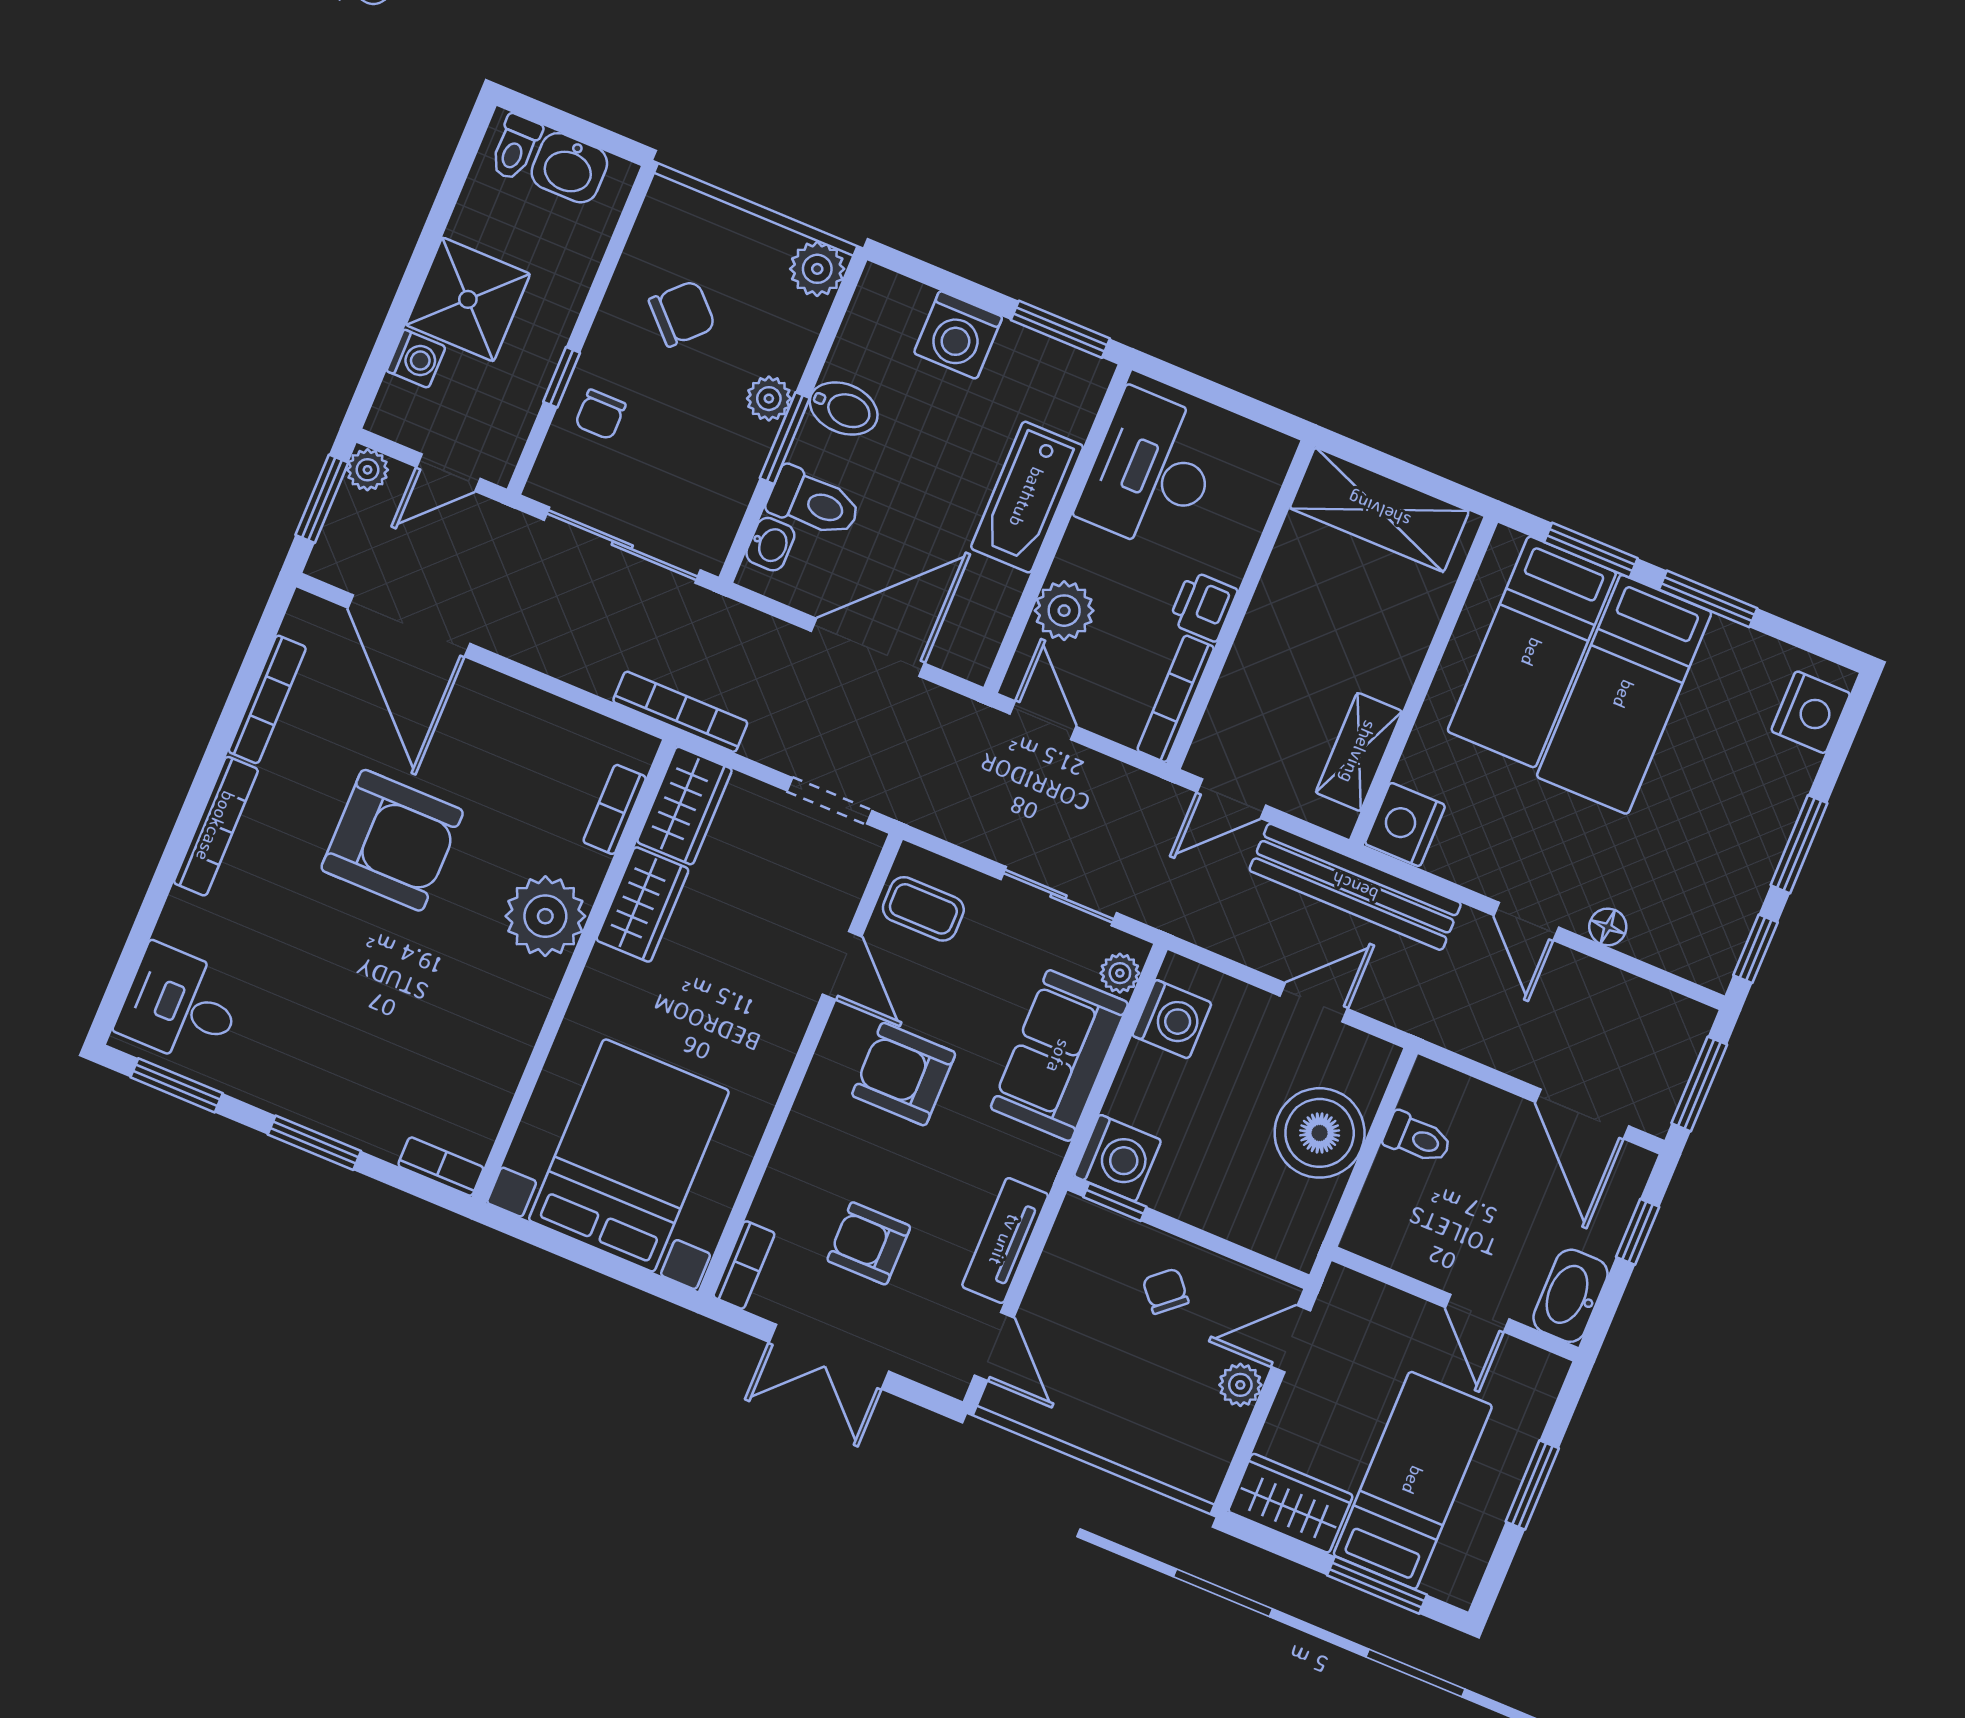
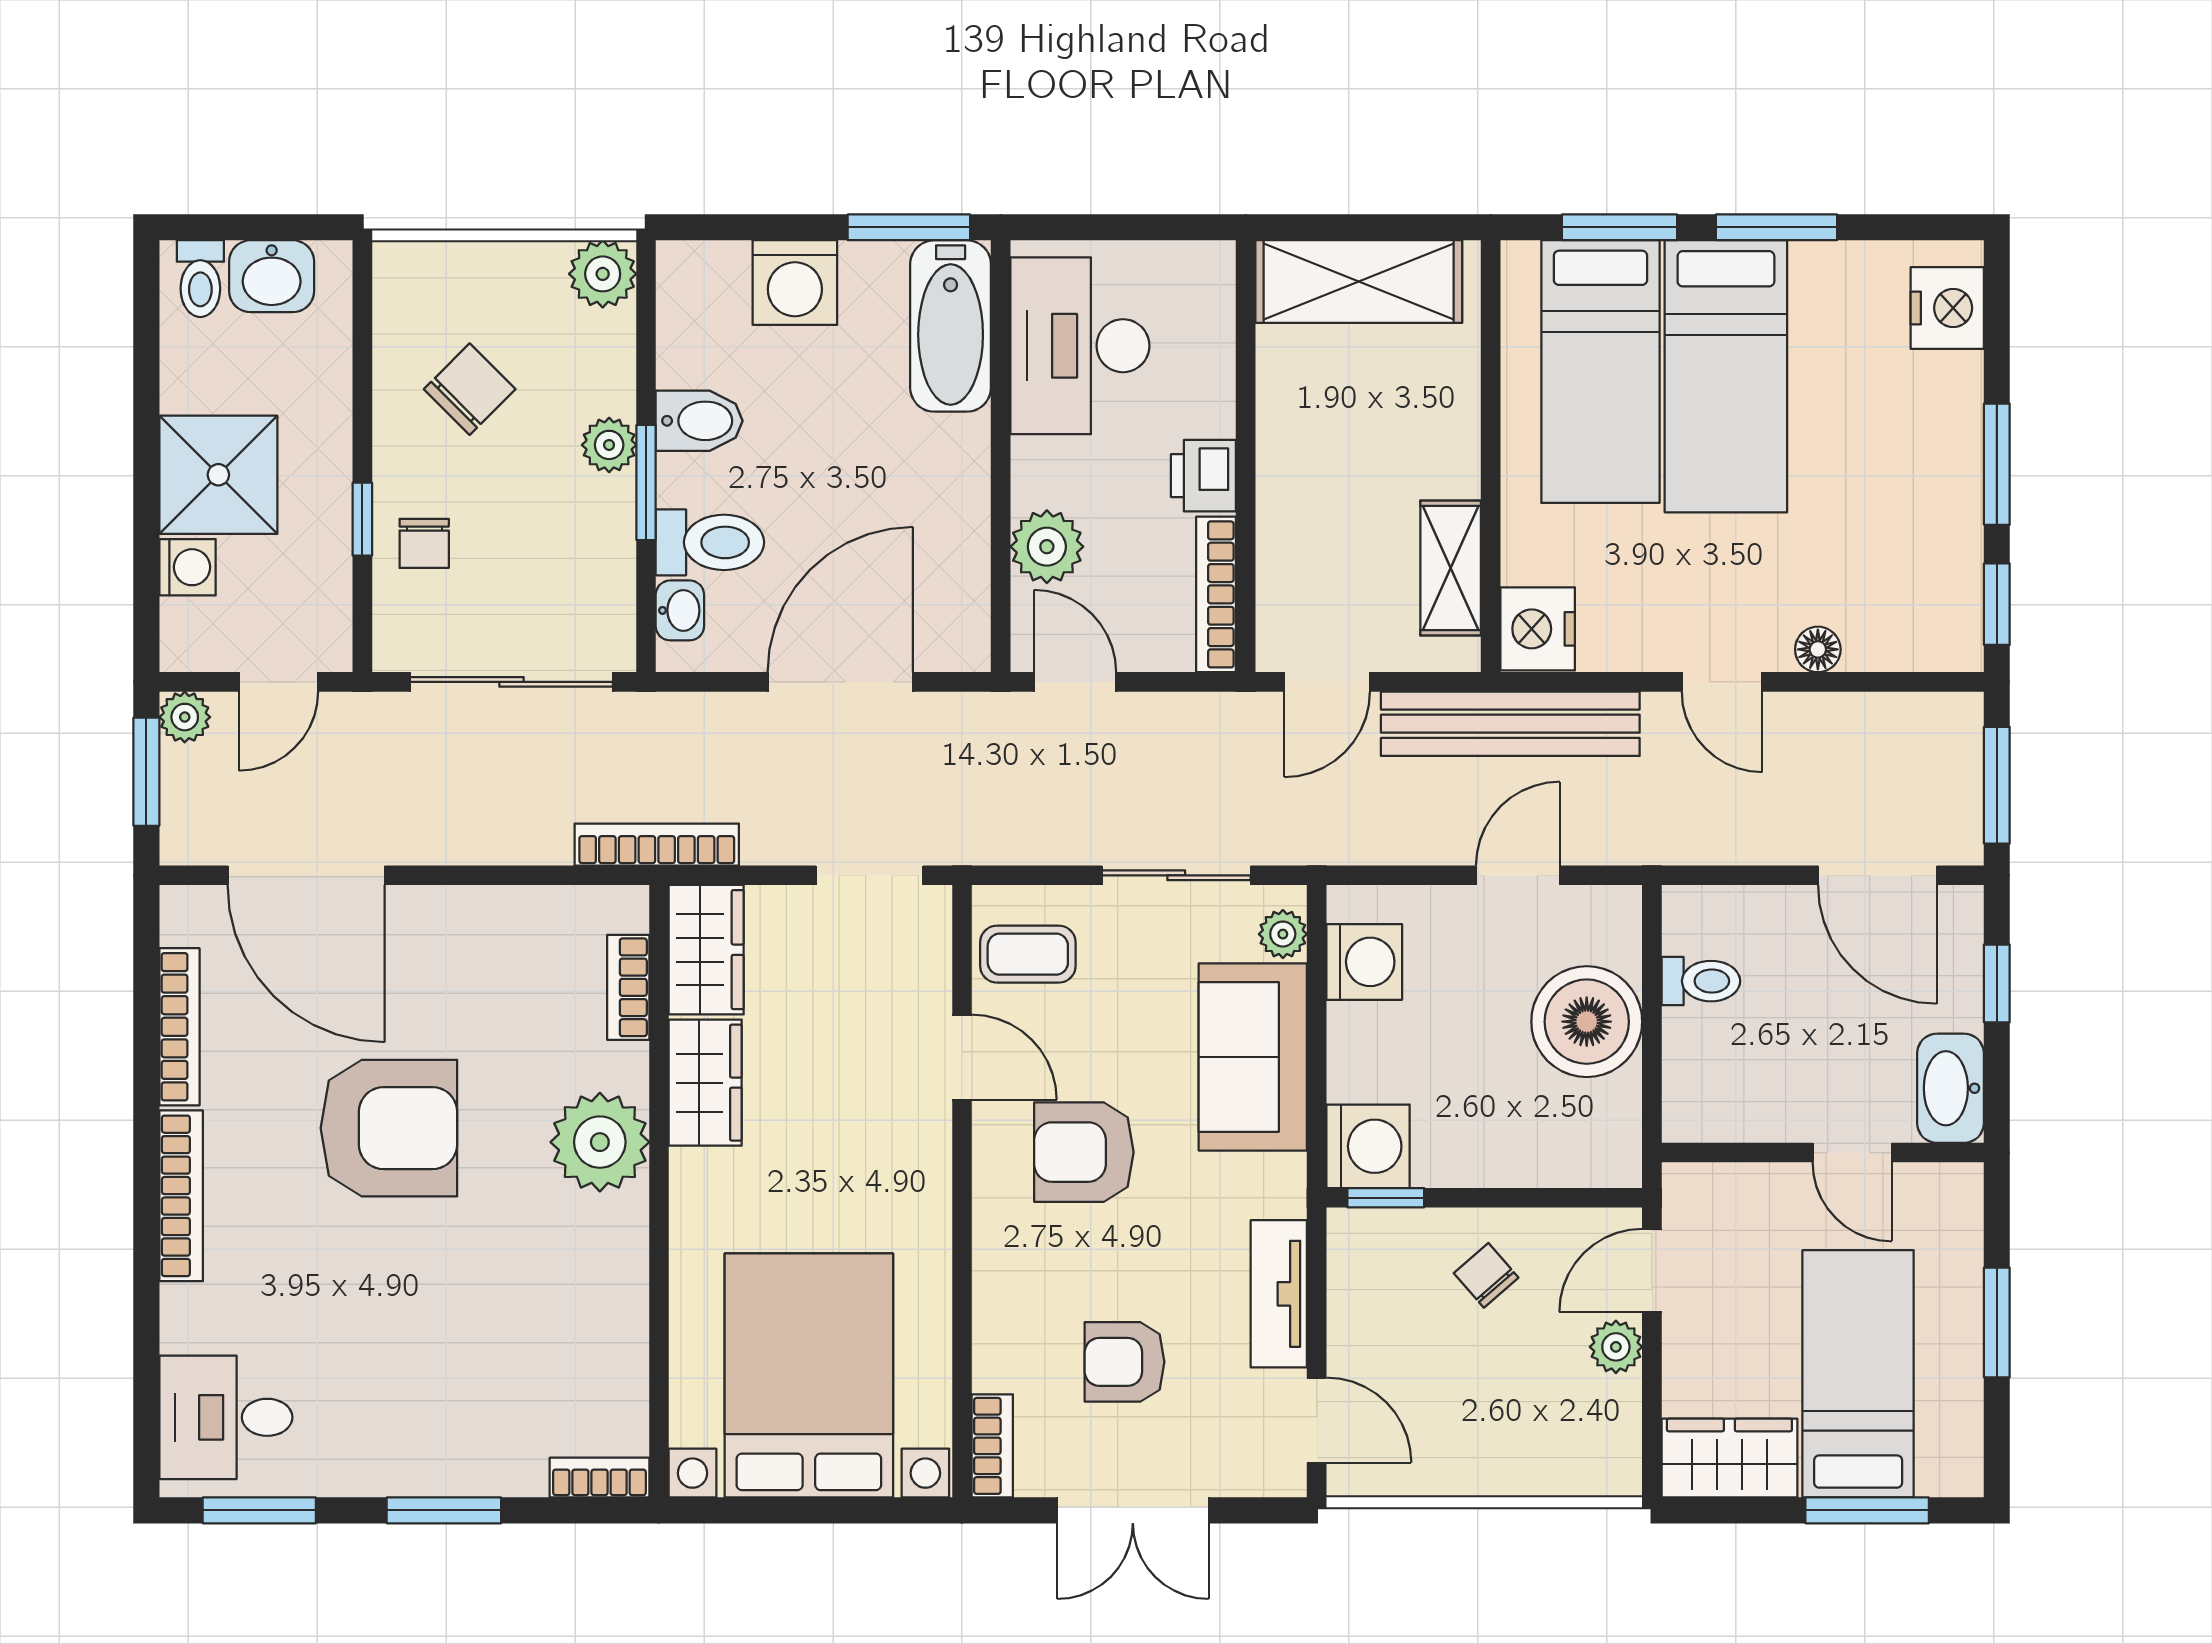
bathtub: (1027, 497) -> (951, 326), moved

